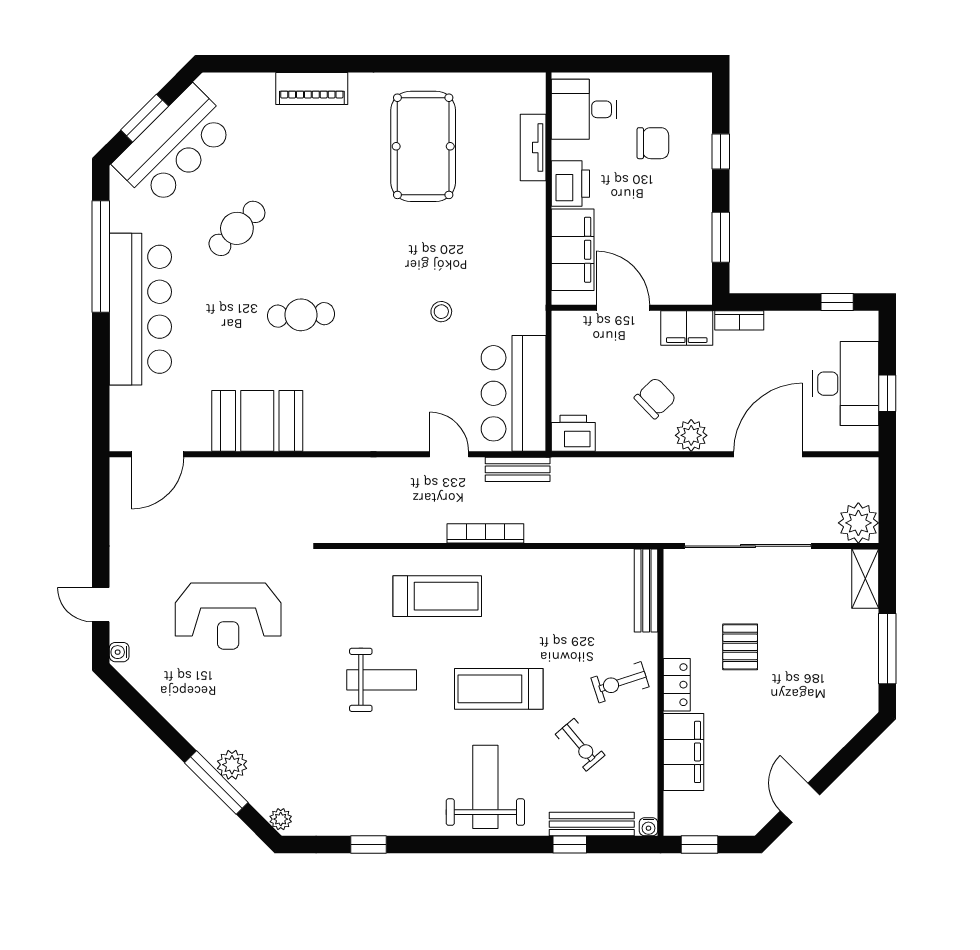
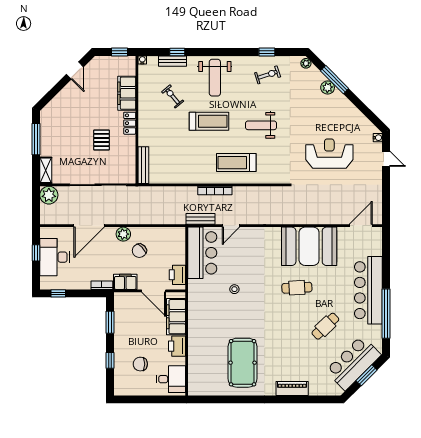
tv unit: (533, 147) -> (194, 362), removed
booth: (257, 421) -> (309, 246), width x1.36, depth x1.42
printer: (573, 433) -> (177, 275), moved, turned 90
door: (449, 454) -> (231, 226), hinge flipped
exercise bike: (620, 682) -> (268, 75), moved
bench: (592, 824) -> (173, 61), width x0.73

